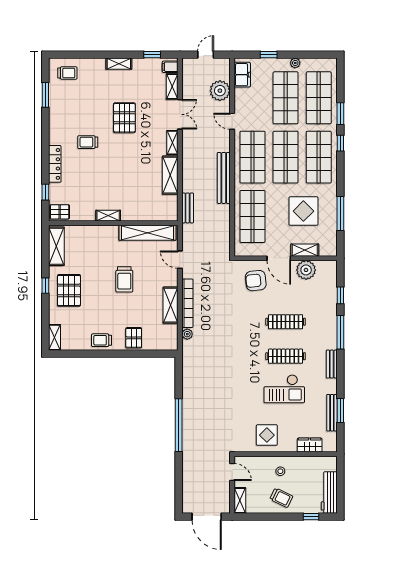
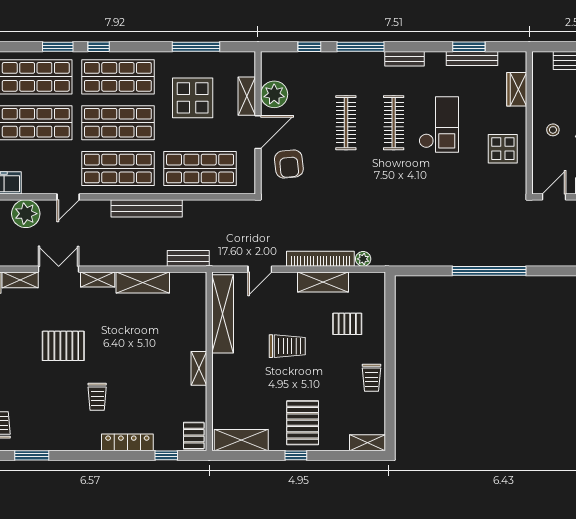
pallet: (69, 290) -> (303, 423), turned 90
pallet: (134, 338) -> (347, 324), moved

